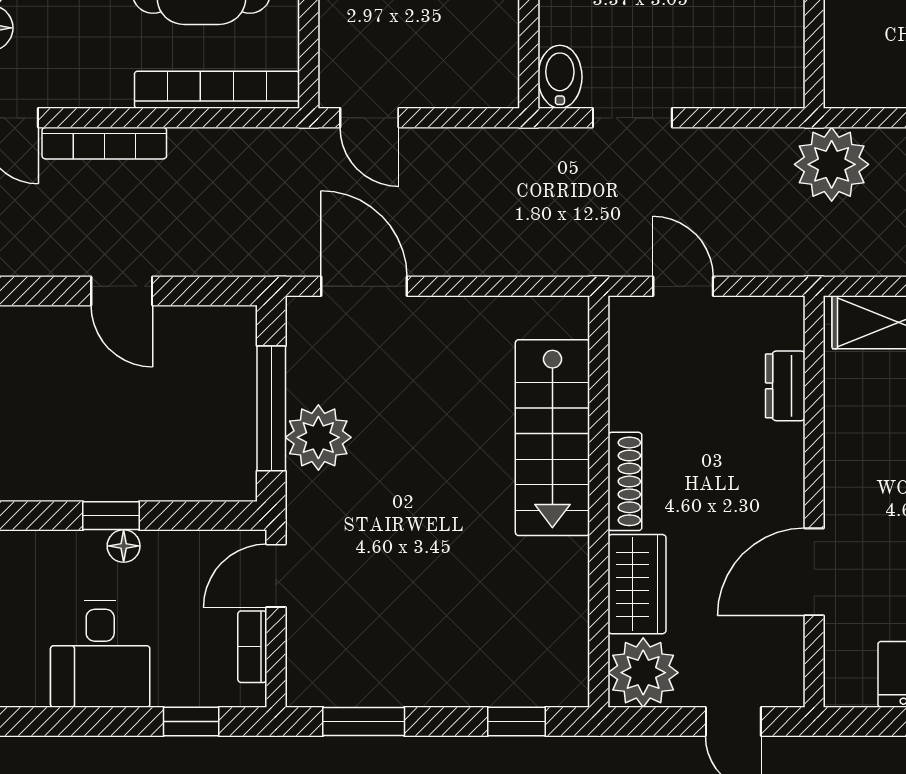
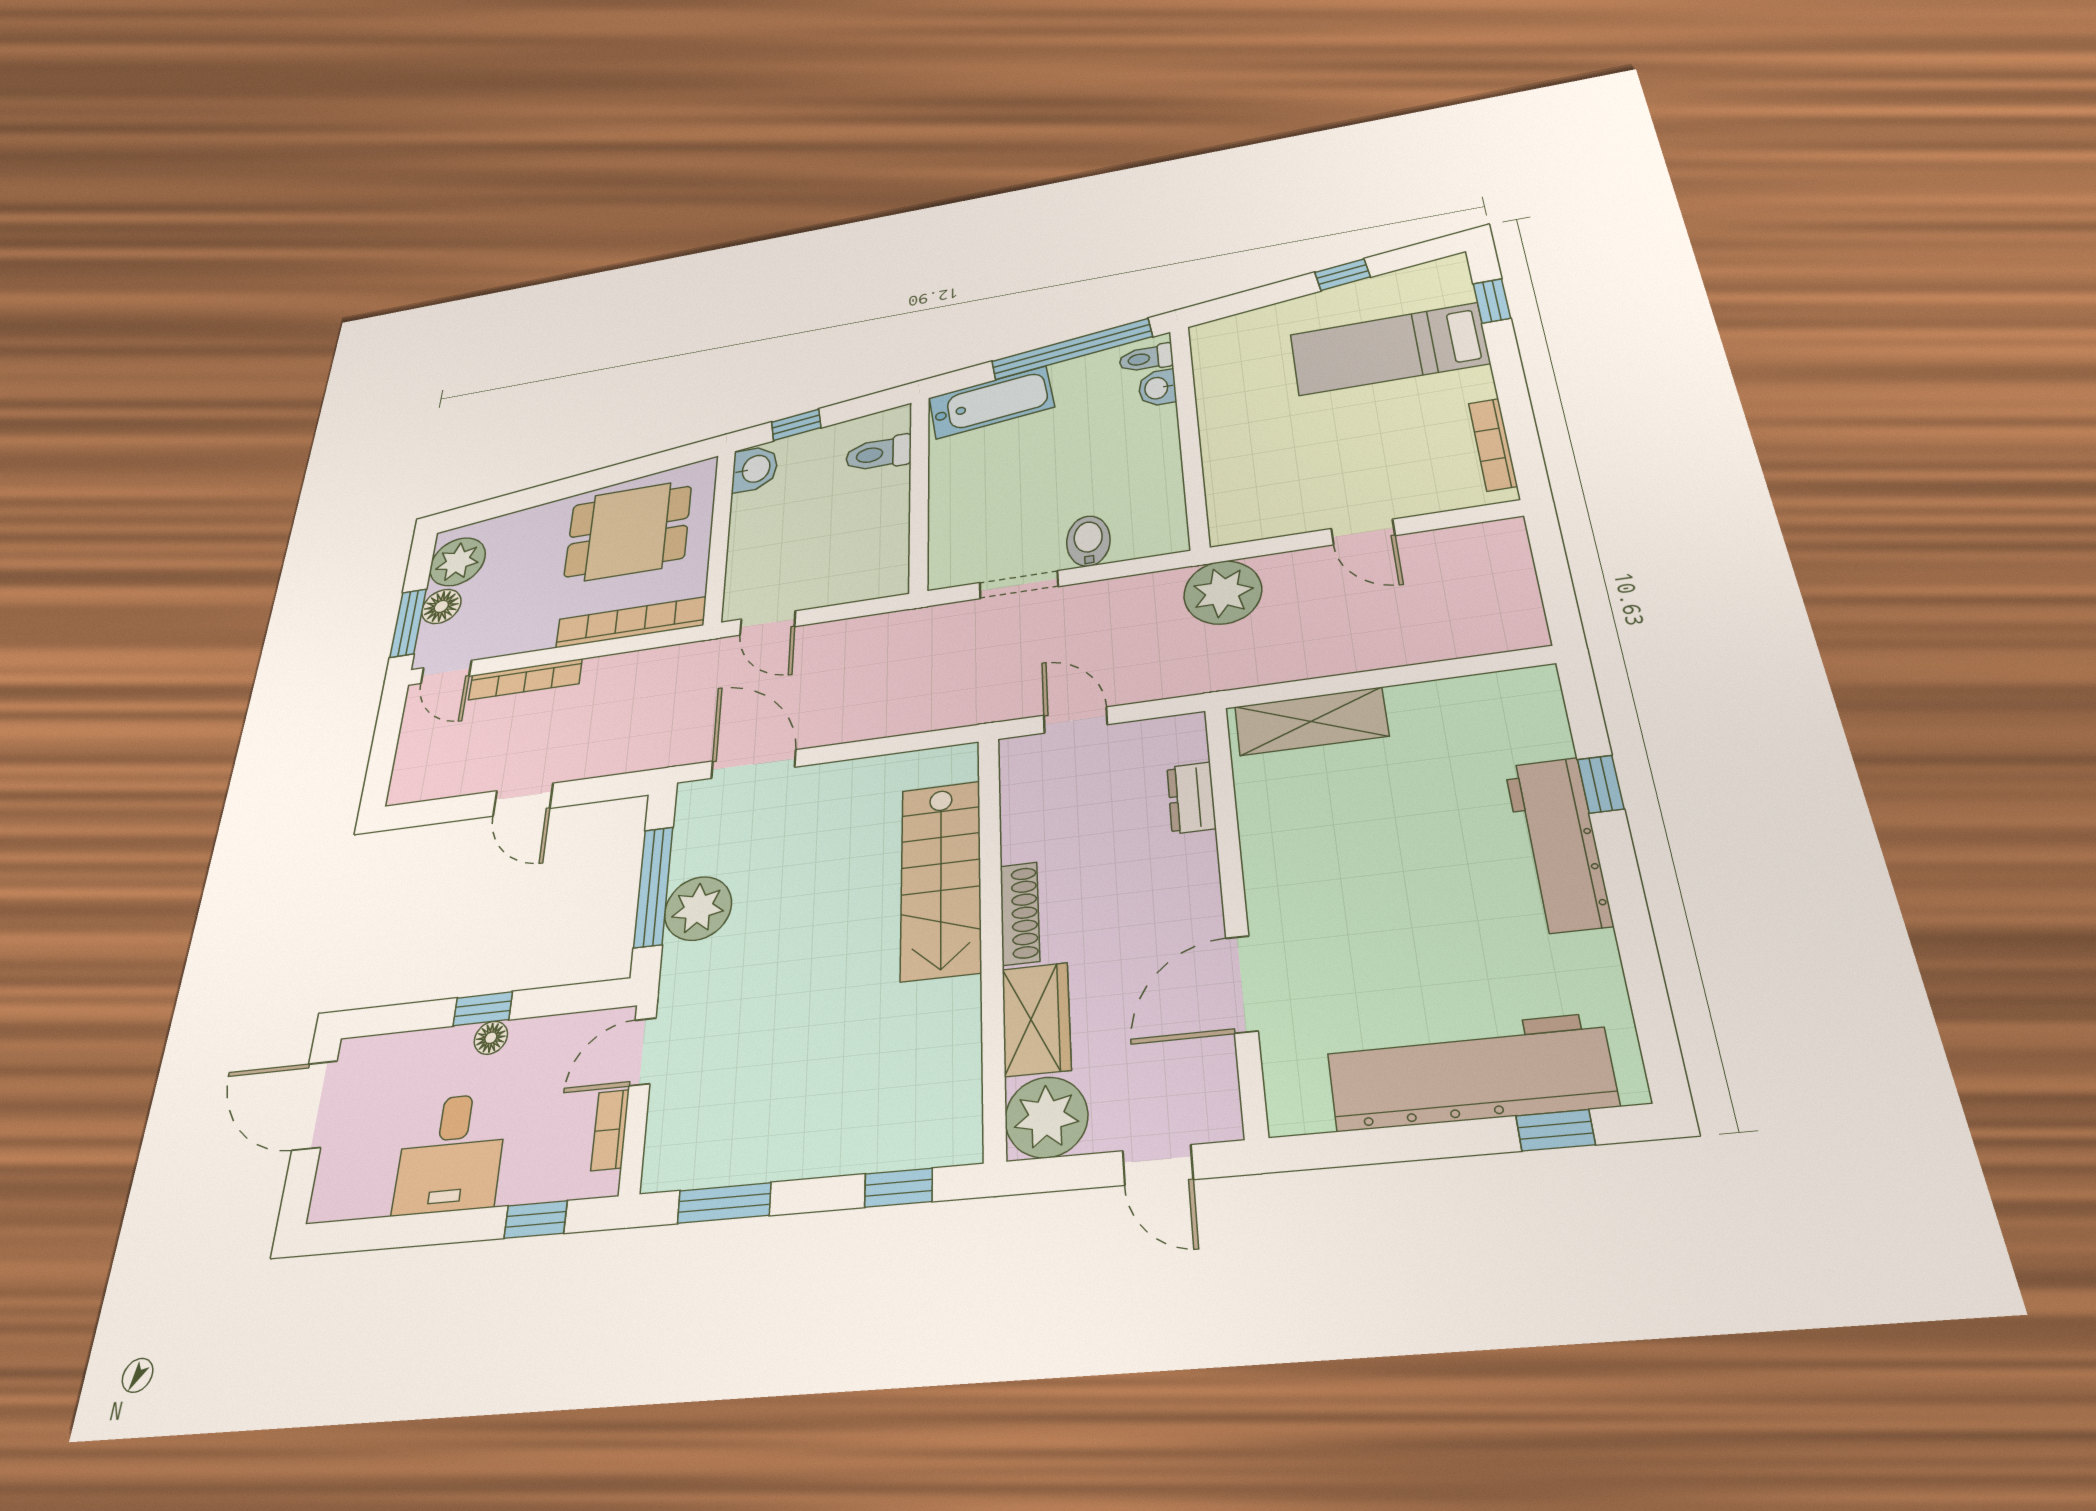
bidet: (560, 77) -> (1088, 541), moved

